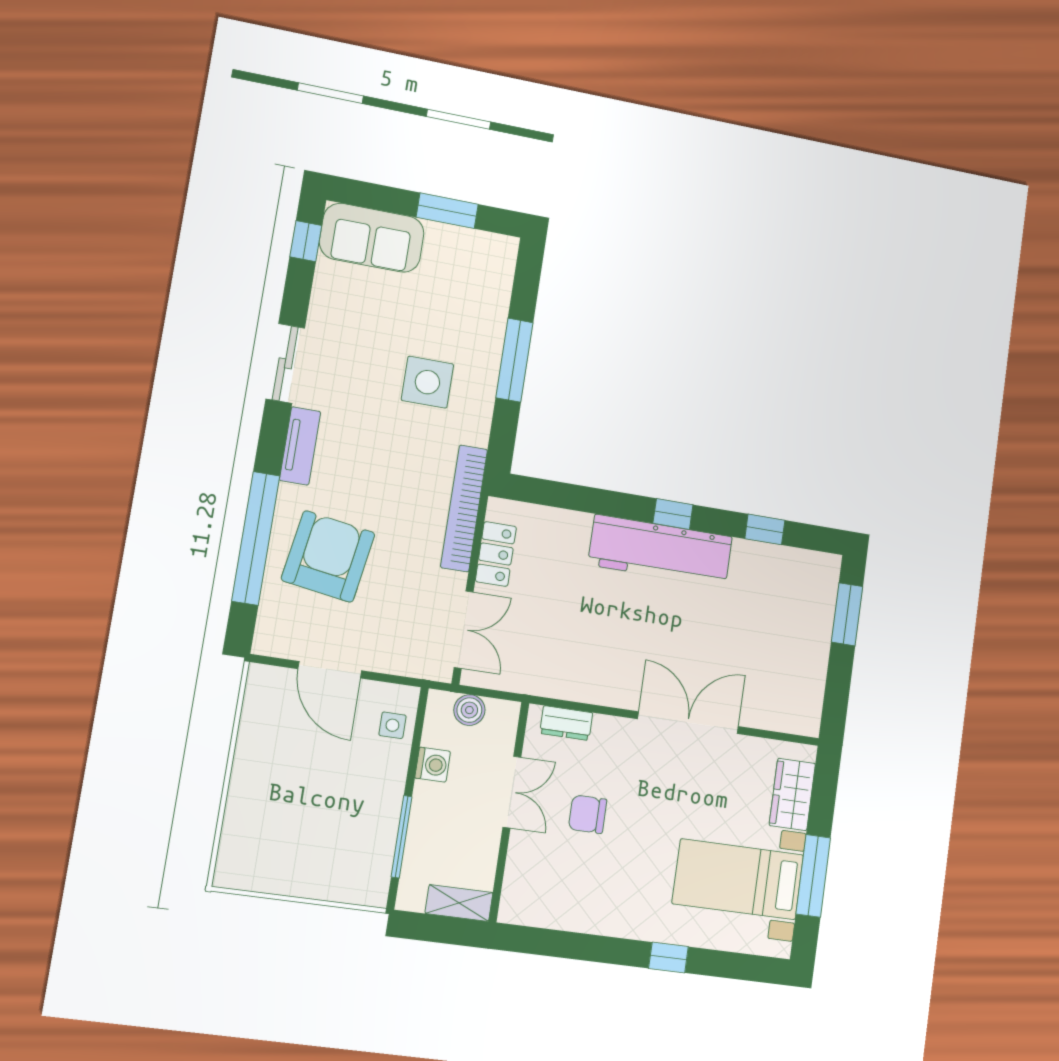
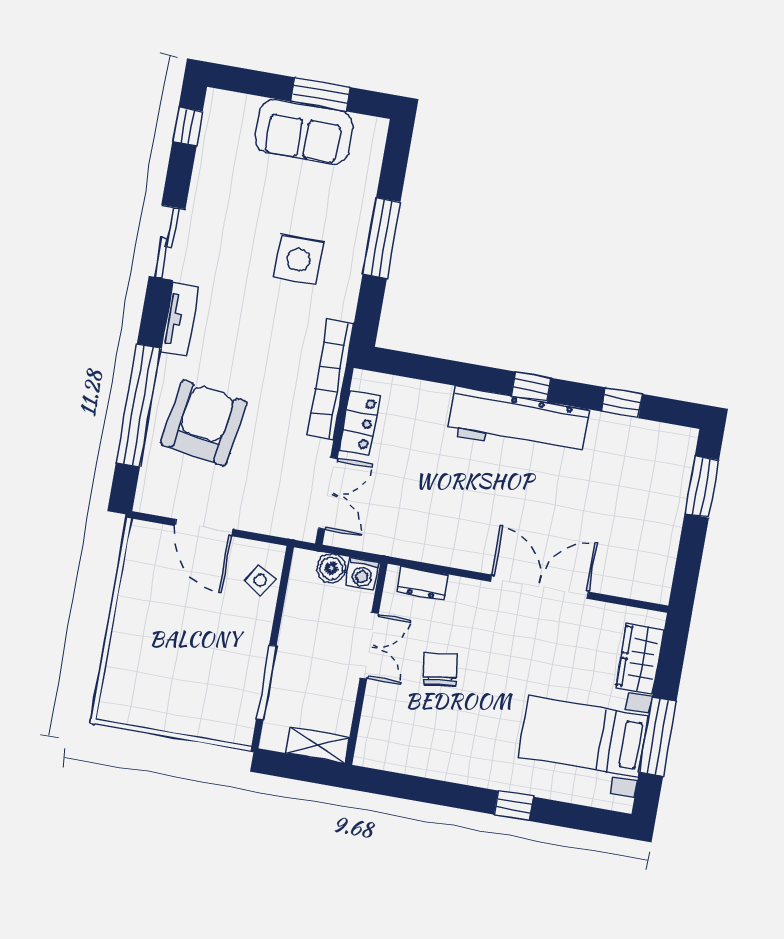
sofa: (372, 238) -> (304, 132), moved
side table: (392, 725) -> (260, 580), turned 33
washing machine: (433, 765) -> (362, 574), moved, turned 90
chair: (588, 814) -> (440, 669), turned 82

